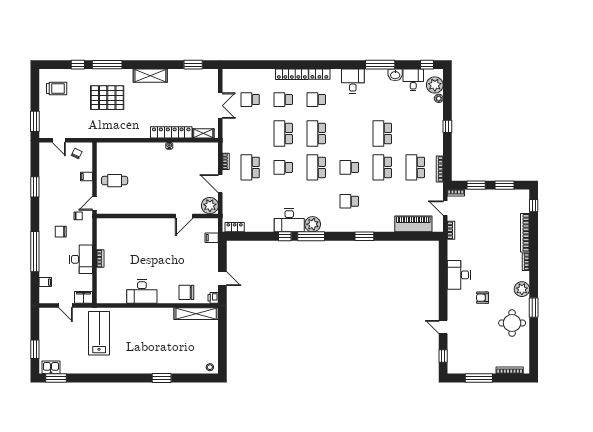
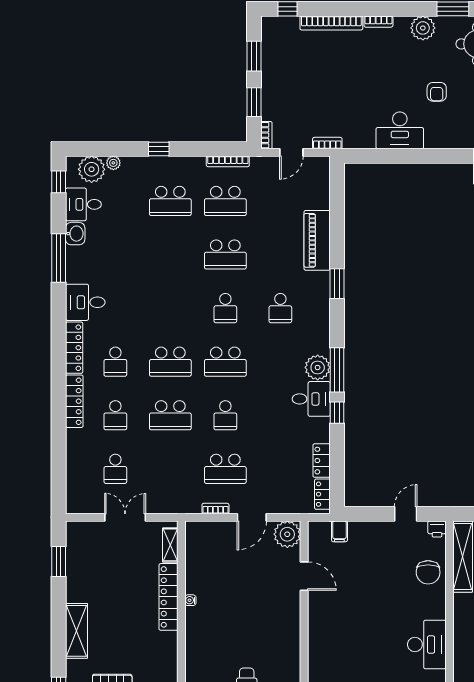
locker: (319, 74) -> (74, 348), width x1.53
school desk: (382, 134) -> (170, 201), moved
desk: (289, 220) -> (311, 399), width x0.73
piano: (413, 224) -> (317, 240), moved
locker: (255, 227) -> (322, 461), added

